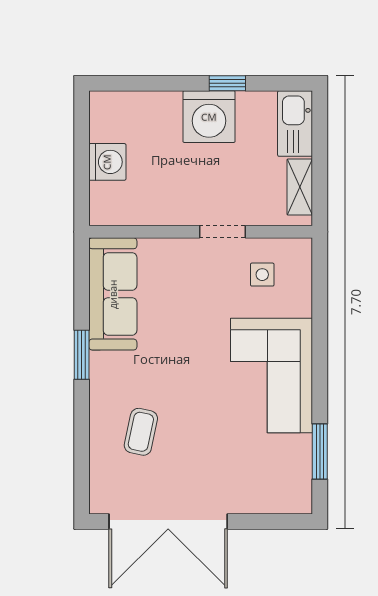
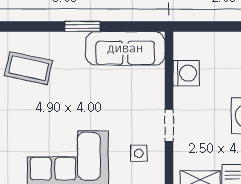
washing machine: (107, 162) -> (186, 73), moved, turned -90
coffee table: (141, 432) -> (28, 68), width x1.36, depth x1.30

